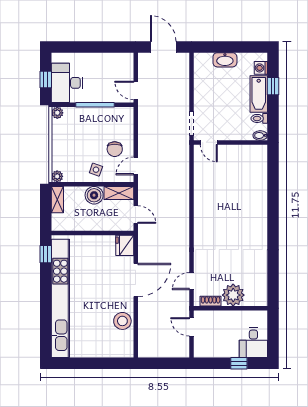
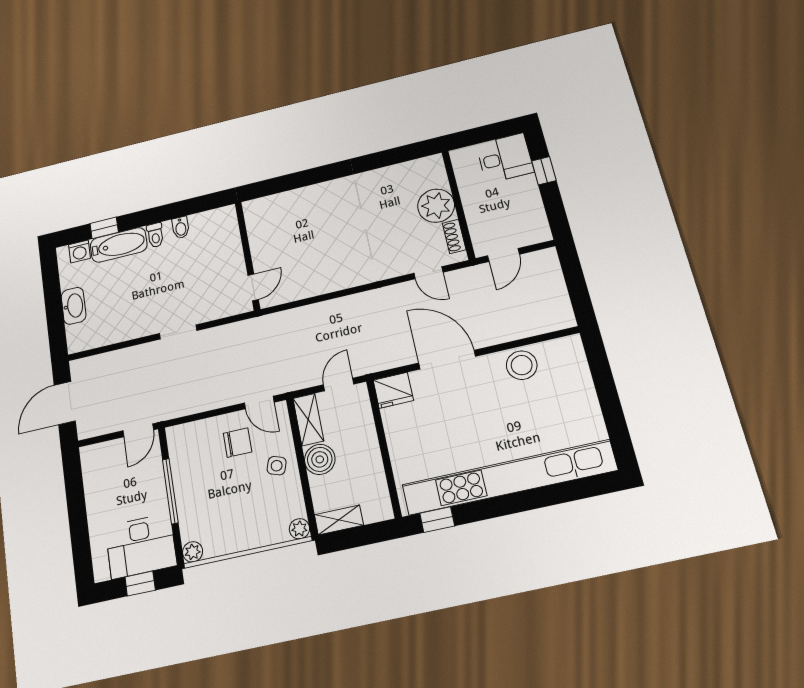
door: (209, 142) -> (253, 287), moved
wall: (230, 142) -> (247, 255), moved

